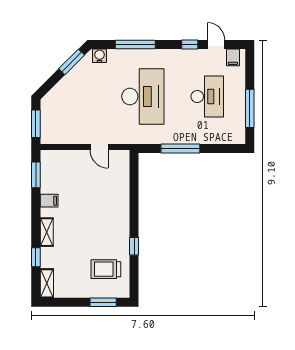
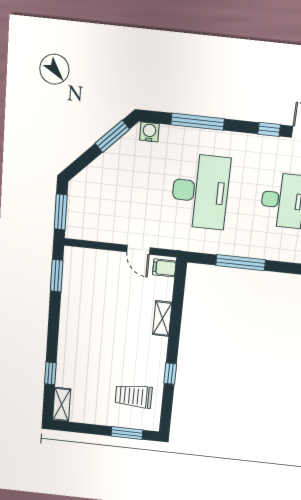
filing cabinet: (49, 201) -> (164, 268), moved, turned 180
shelving: (47, 232) -> (162, 319), moved

